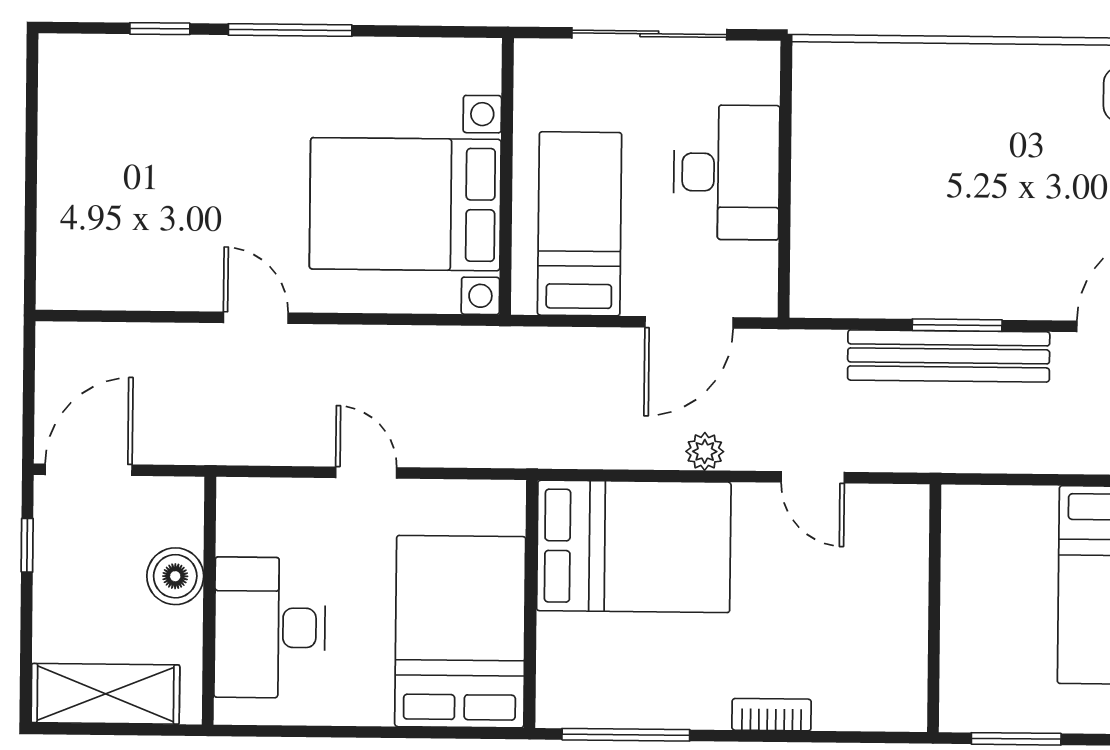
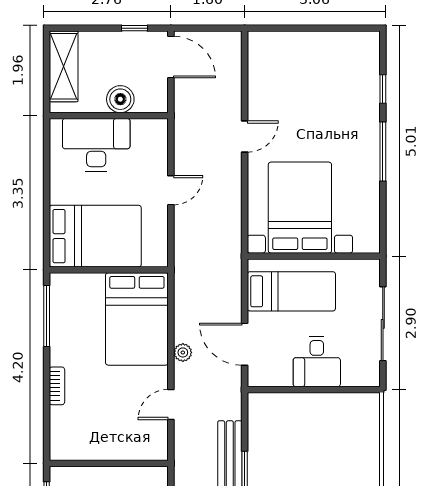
desk: (727, 172) -> (317, 362), width x0.73

